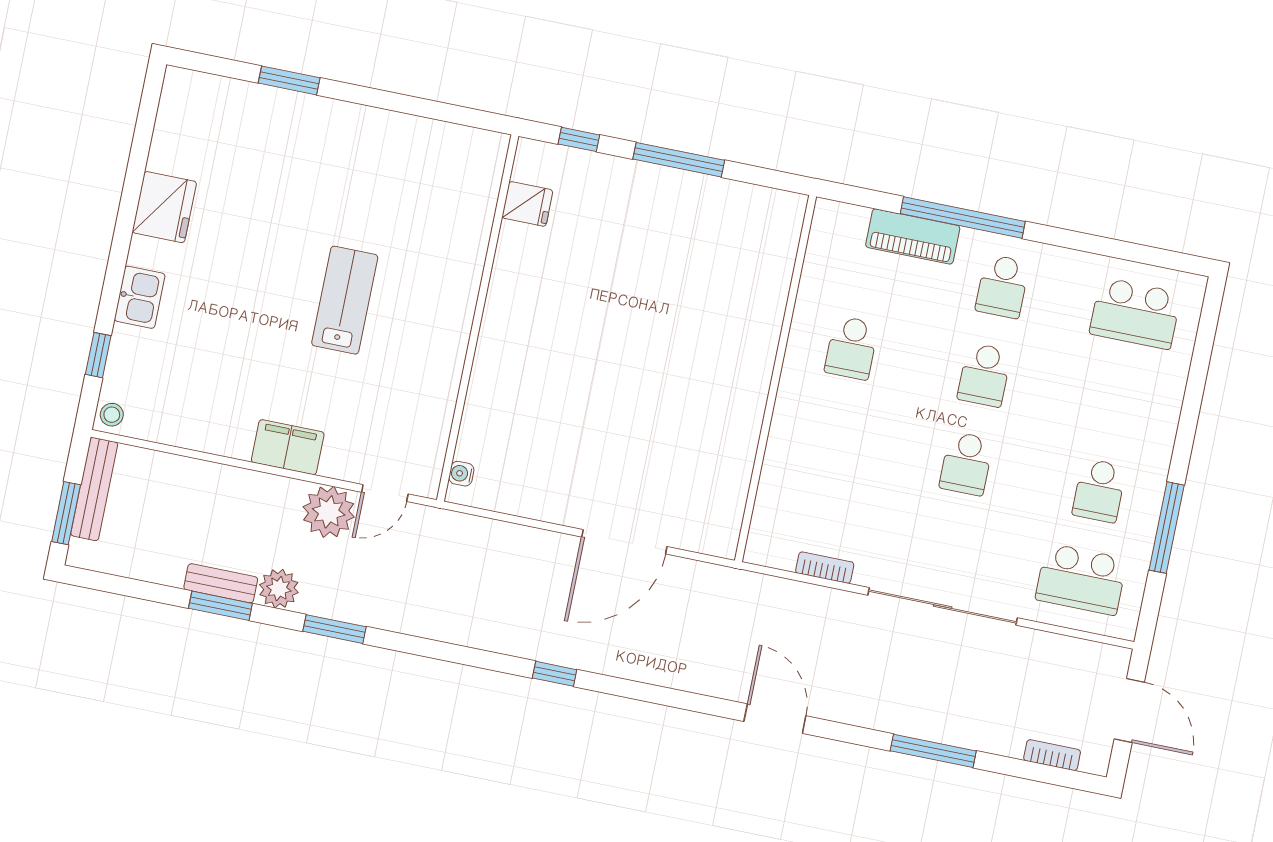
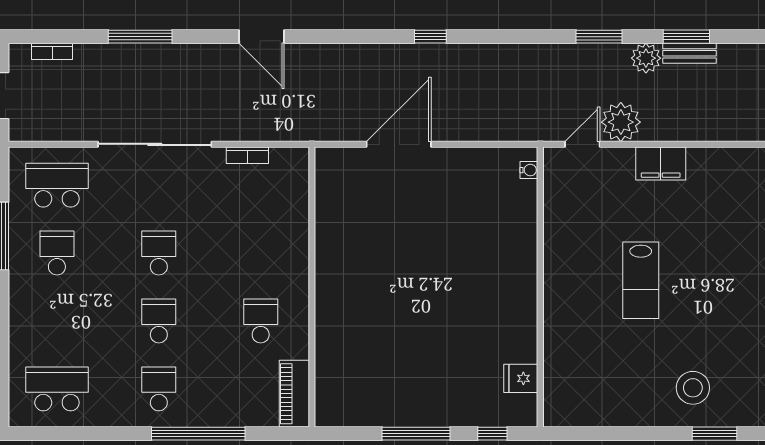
stool: (305, 146) -> (693, 388), added
piano: (913, 236) -> (294, 394), moved, turned -90

